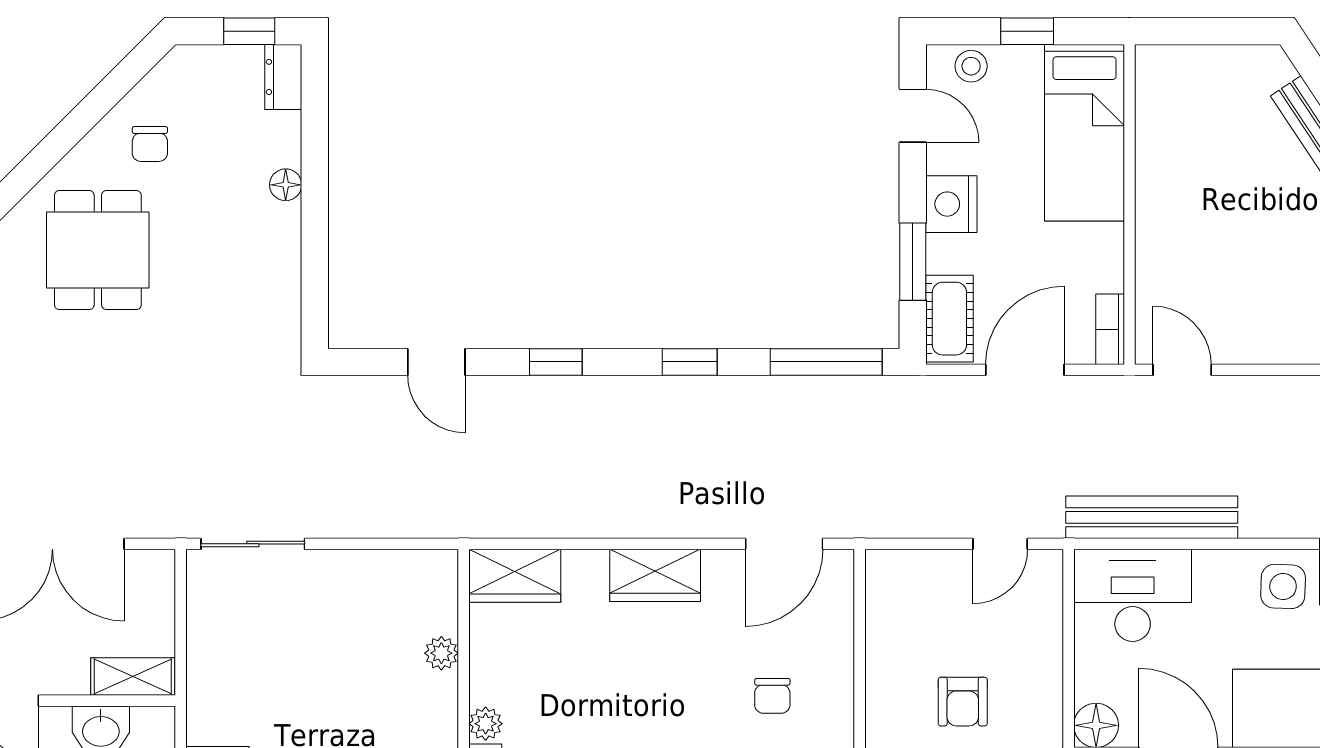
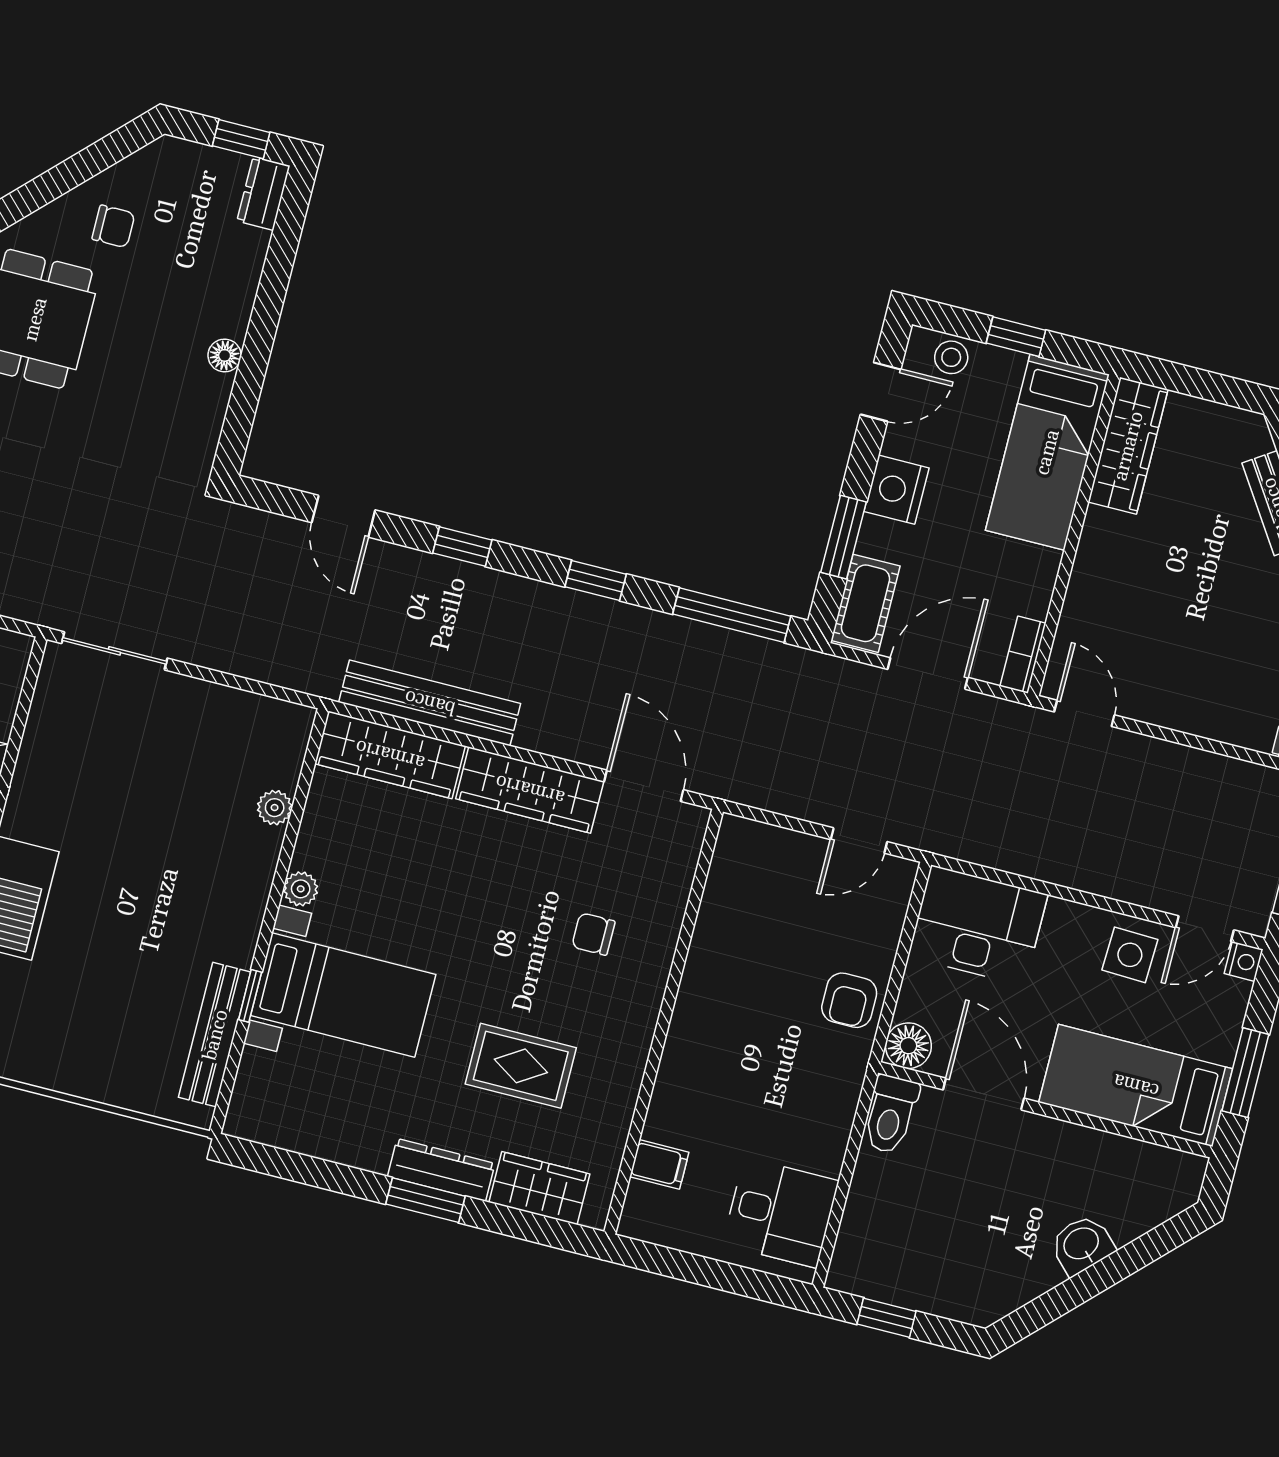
wardrobe: (1159, 107) -> (1128, 446), added
door: (913, 116) -> (881, 392), hinge flipped
chair: (150, 144) -> (113, 226), turned -90
floor lamp: (286, 185) -> (225, 355), moved
bench: (1152, 517) -> (430, 703), moved
door: (784, 544) -> (644, 786), swing flipped
wardrobe: (655, 575) -> (530, 790), width x1.50
wardrobe: (515, 576) -> (390, 755), width x1.50
chair: (772, 696) -> (593, 934), turned 90
armchair: (963, 702) -> (849, 1000), moved

